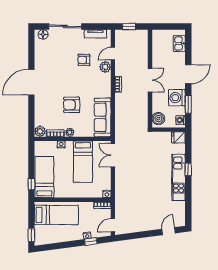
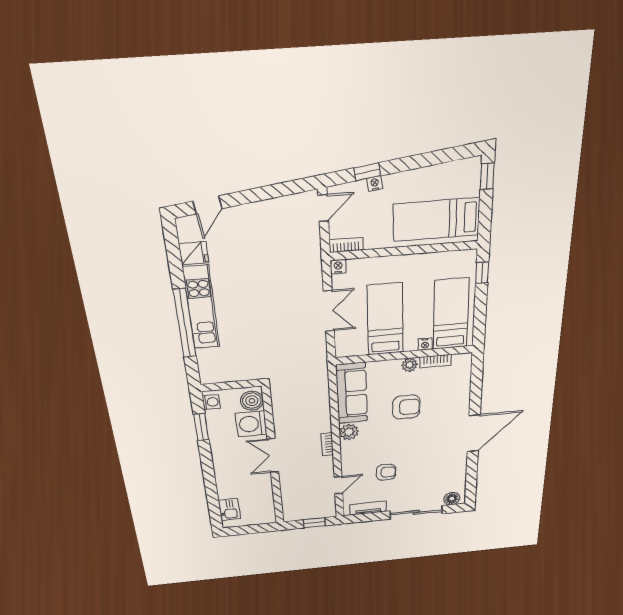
plant: (105, 67) -> (349, 432), moved
door: (188, 74) -> (208, 470), removed
washing machine: (177, 98) -> (251, 424), moved, turned 180
plant: (40, 131) -> (462, 362), removed
fridge: (178, 137) -> (194, 253), moved
double door: (113, 155) -> (329, 311), moved
window: (188, 169) -> (185, 323), width x3.17
bed: (44, 177) -> (451, 314), moved, turned 180

